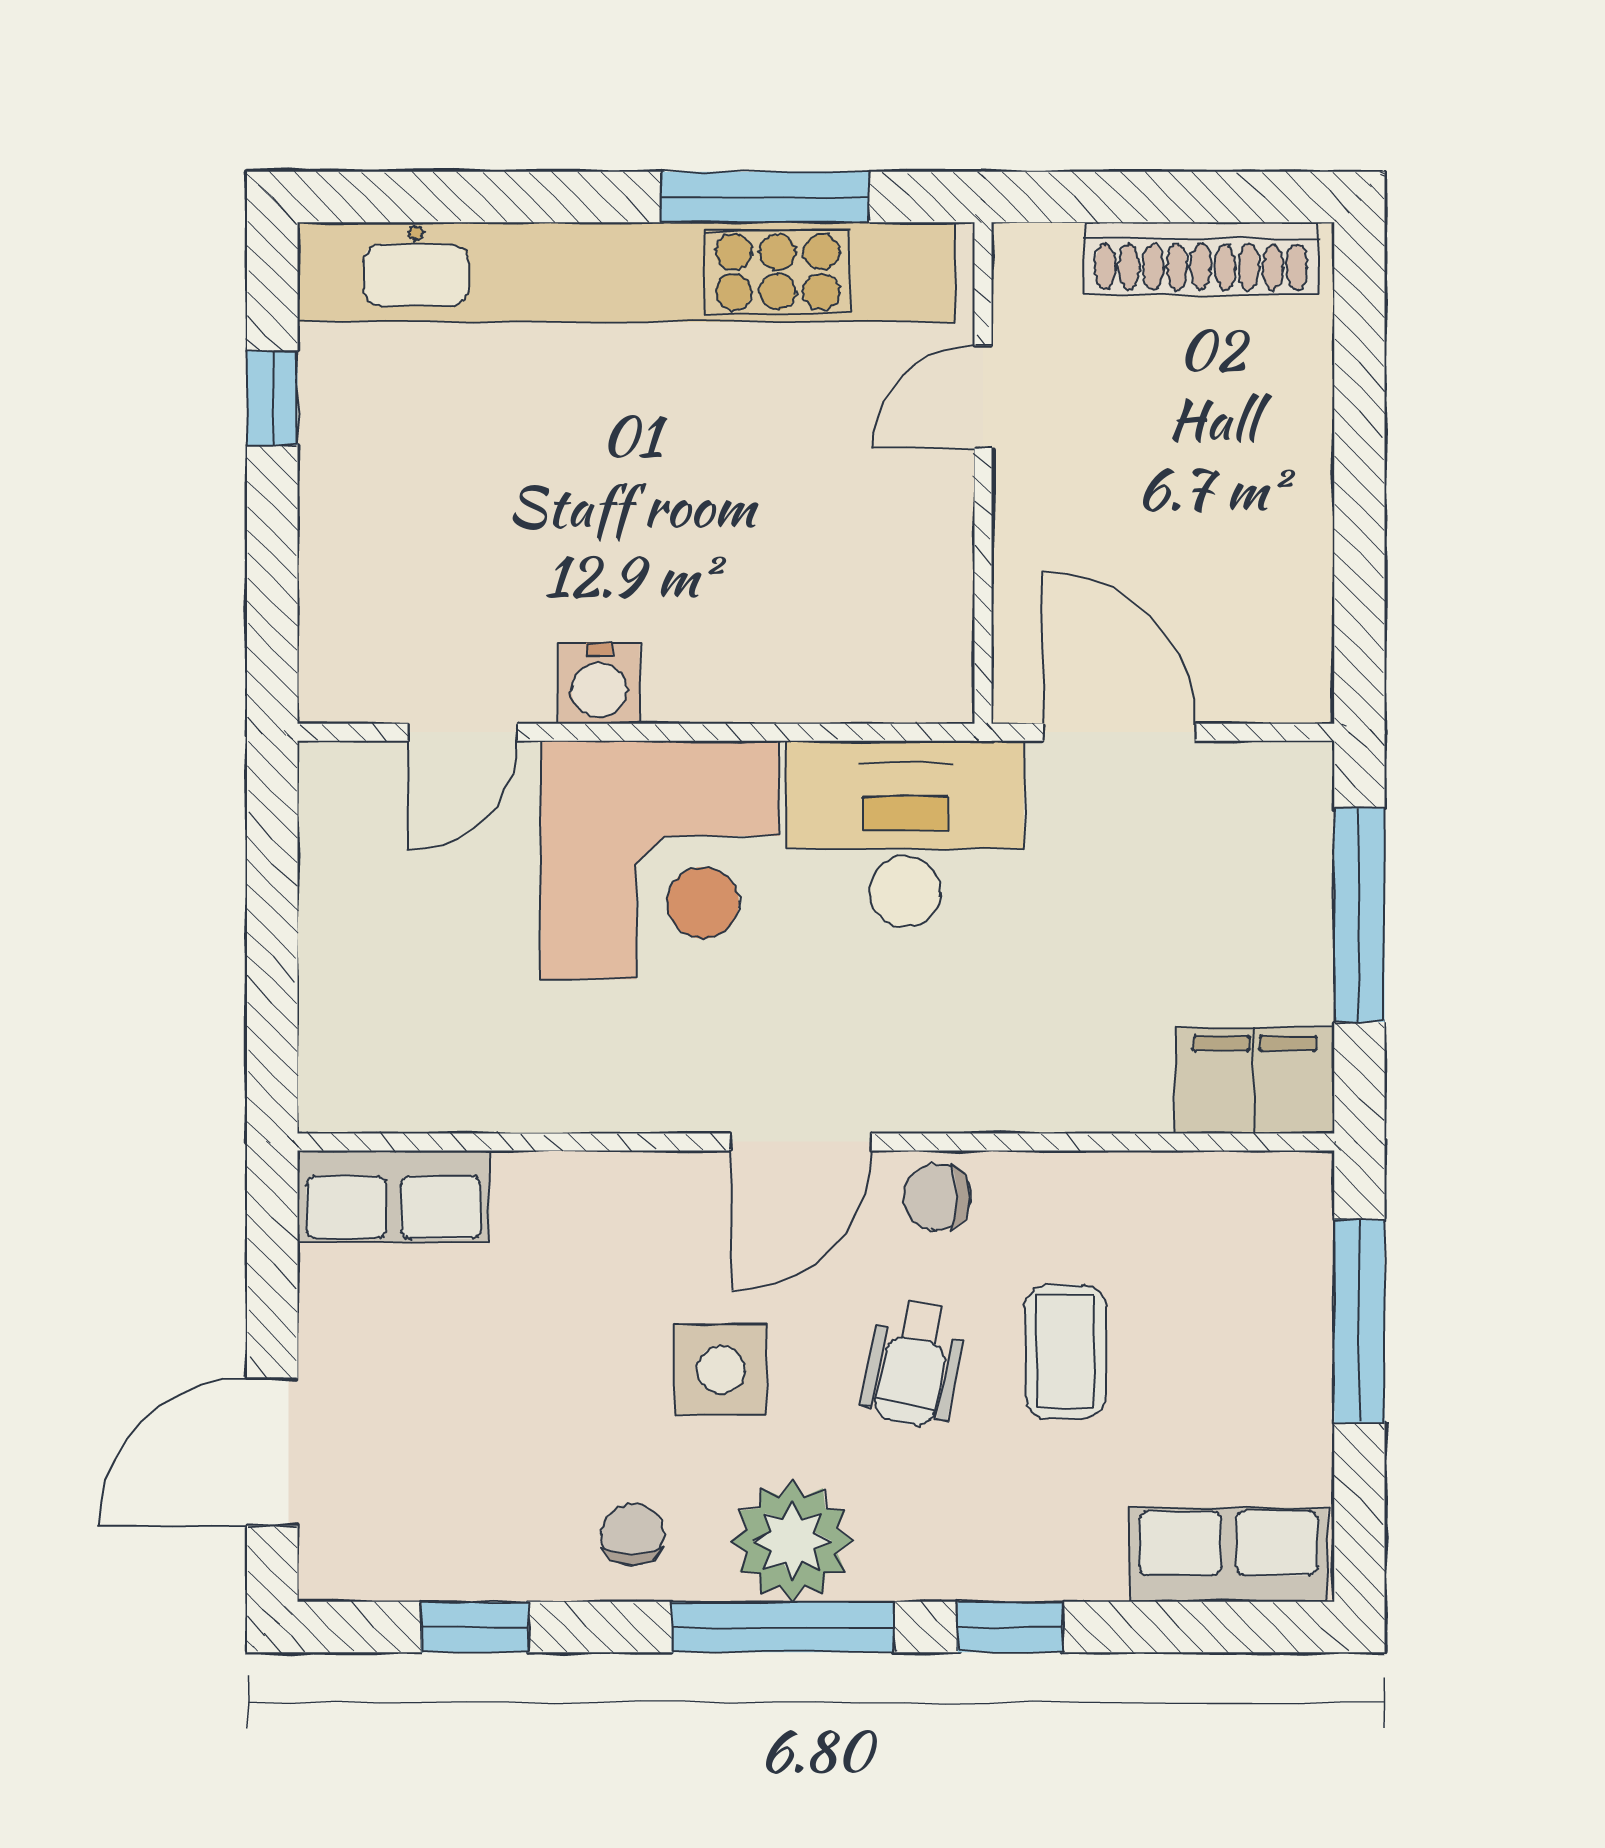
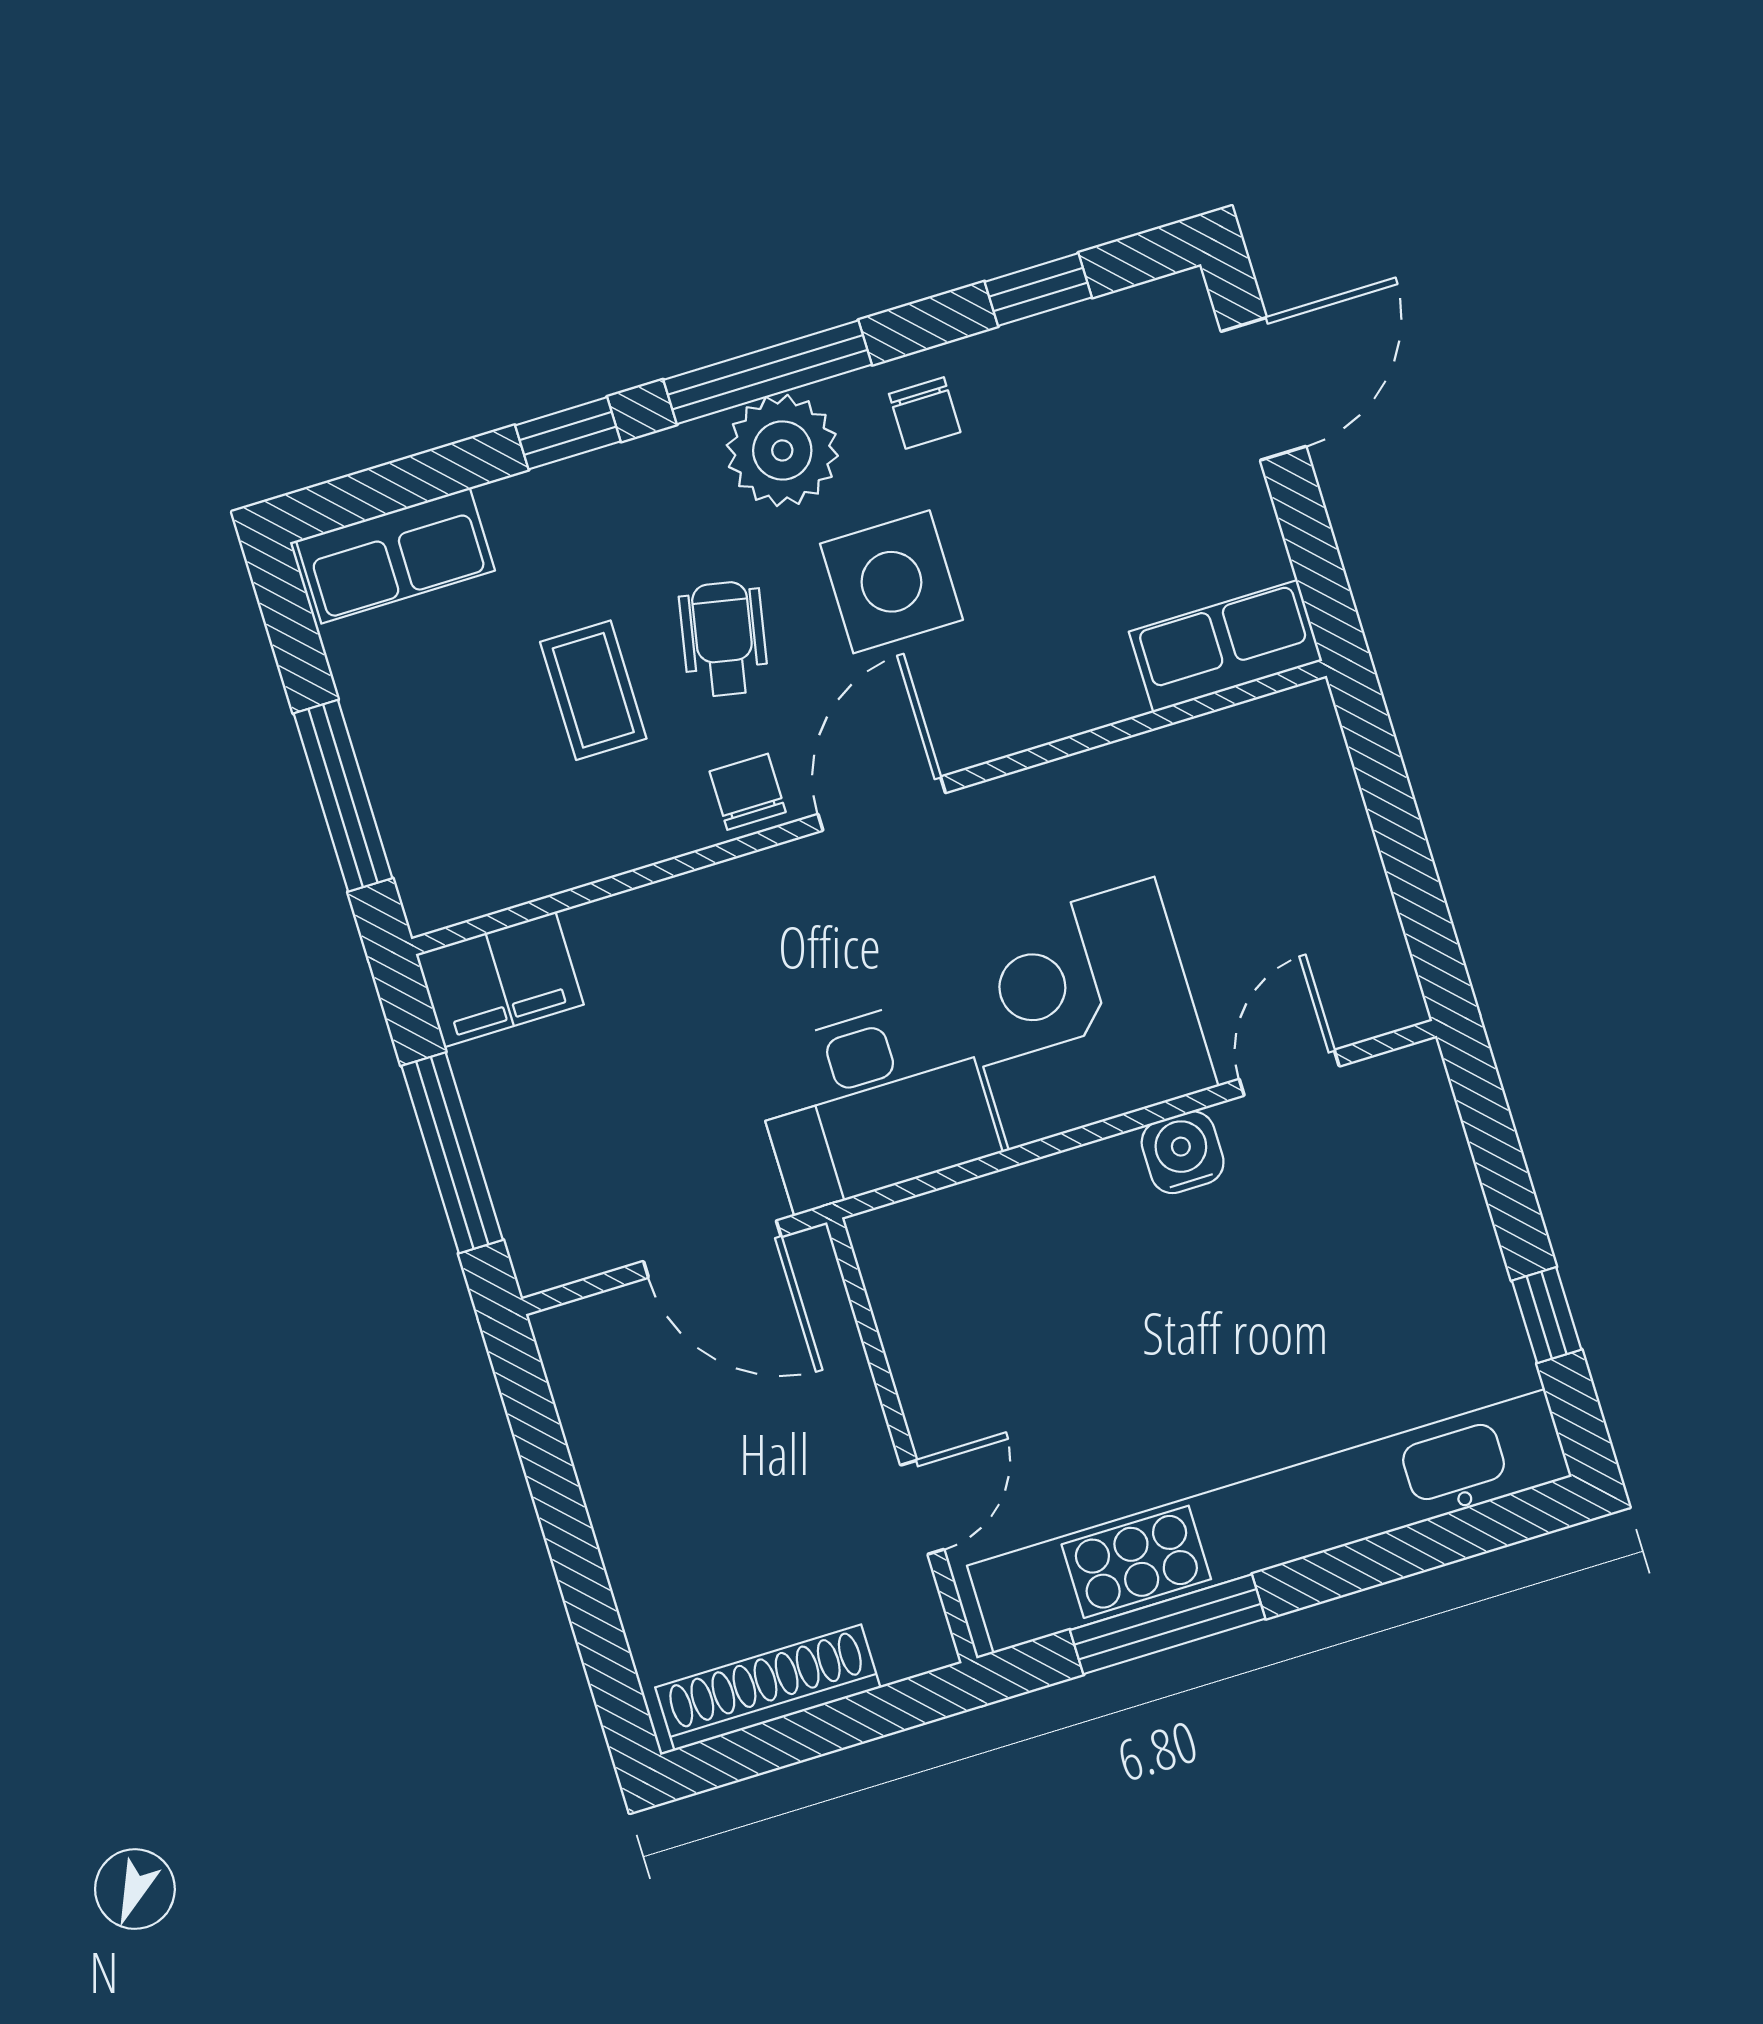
chair: (937, 1197) -> (748, 792), turned -90
side table: (721, 1370) -> (891, 582), width x1.37, depth x1.37

